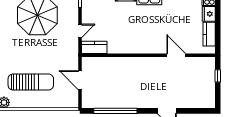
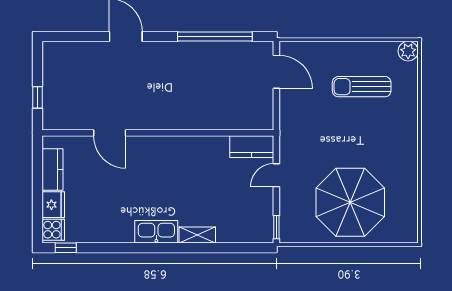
door: (80, 80) -> (276, 72), moved
sun lounger: (31, 82) -> (362, 87), width x0.73, depth x0.75

